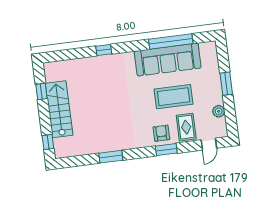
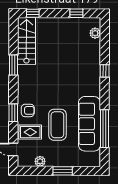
plant: (62, 67) -> (95, 33), added
stairs: (59, 109) -> (26, 41), moved, turned -90

